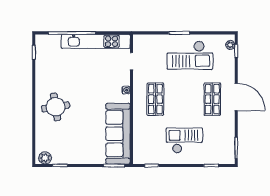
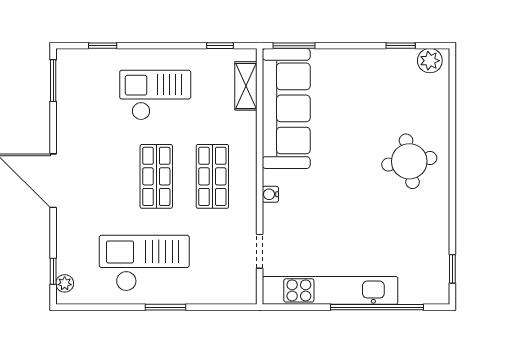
shop shelf: (212, 99) -> (156, 176), moved
checkout: (184, 140) -> (155, 95), turned 180
shelving: (138, 145) -> (246, 86), added

